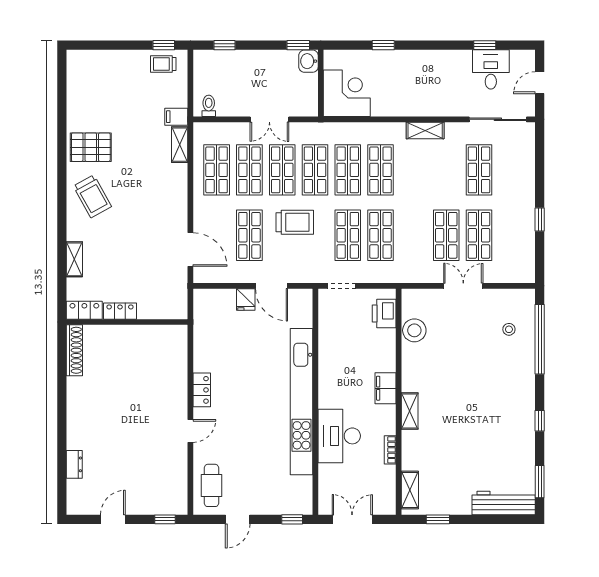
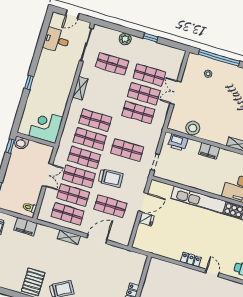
window: (383, 45) -> (29, 82), moved
window: (485, 45) -> (42, 39), removed
door: (540, 83) -> (72, 14), hinge flipped
filing cabinet: (176, 117) -> (25, 226), width x2.00
shelving: (180, 145) -> (69, 237), moved
plant: (525, 179) -> (125, 39), added
trolley: (295, 222) -> (111, 178), turned 87
shop shelf: (381, 235) -> (138, 112), moved
door: (190, 249) -> (97, 239), moved
filing cabinet: (385, 388) -> (209, 151), moved

